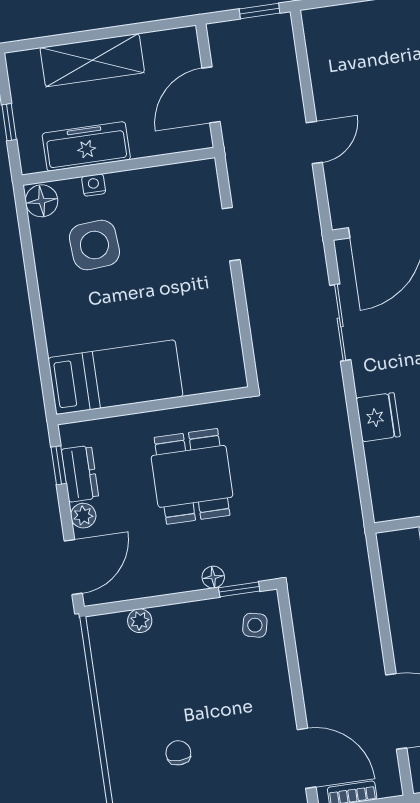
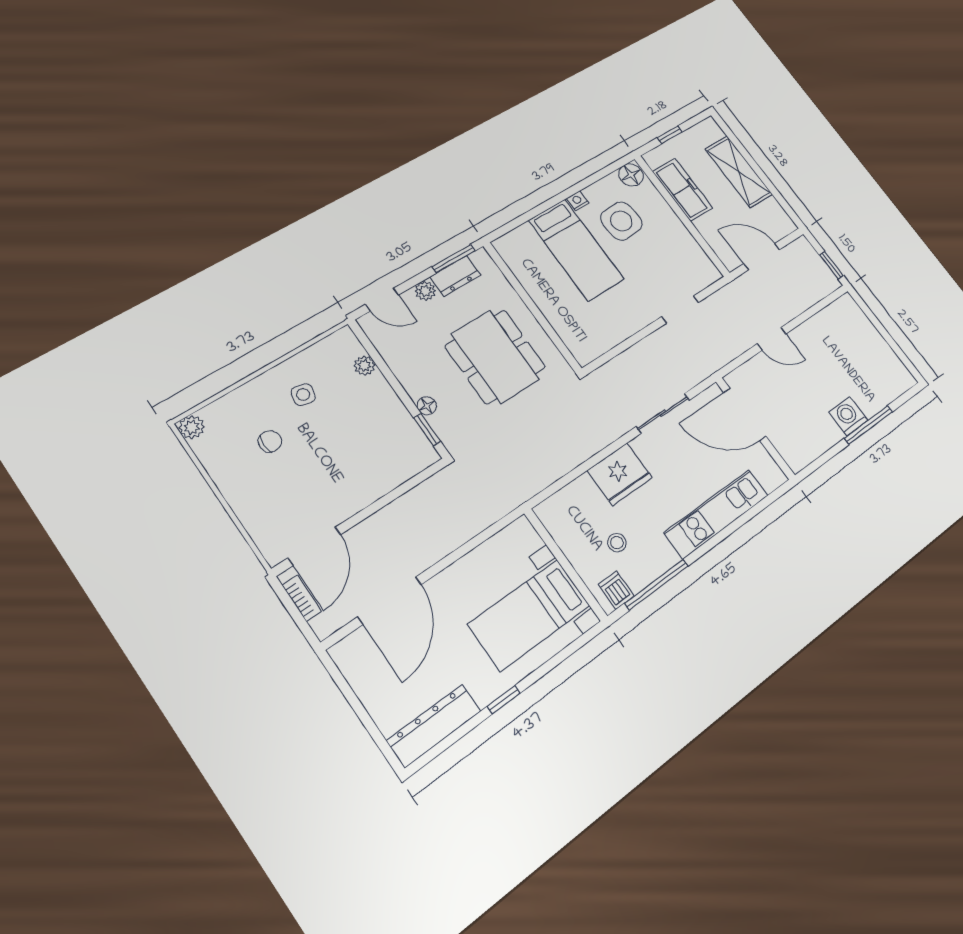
nightstand: (94, 185) -> (578, 201), moved, turned -90
bed: (115, 377) -> (576, 250), moved
fridge: (378, 417) -> (620, 474), width x1.36, depth x1.34
window: (59, 465) -> (454, 259), width x1.50
dining table: (192, 476) -> (495, 357), width x1.38
door: (73, 567) -> (382, 300), width x0.73
side table: (255, 625) -> (303, 395), moved

